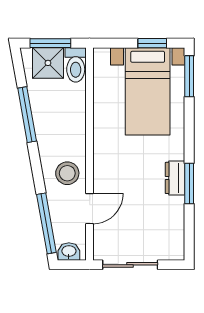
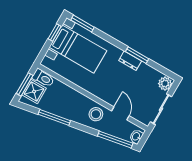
plant: (171, 249) -> (165, 84), added

